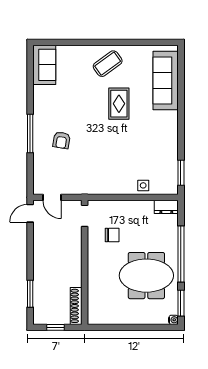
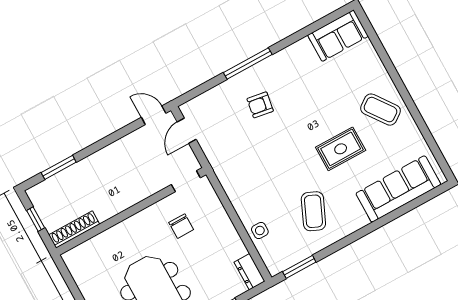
coffee table: (150, 144) -> (313, 211), added

